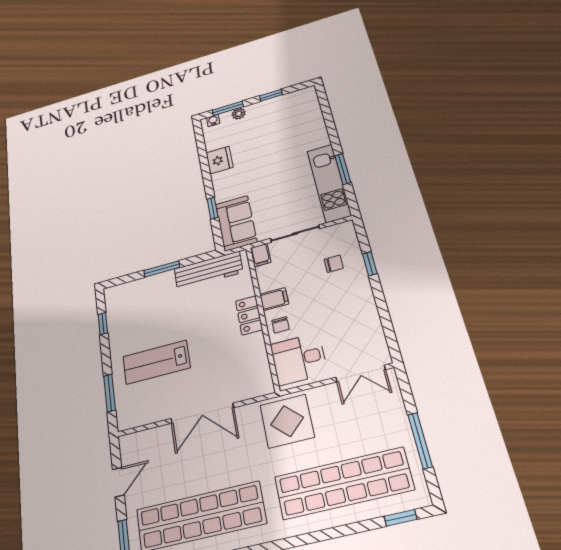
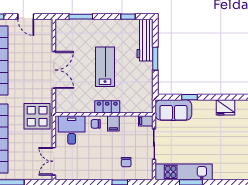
workbench: (208, 271) -> (145, 40), moved
lab bench: (156, 362) -> (105, 67), moved
double door: (202, 413) -> (54, 70), swing flipped

